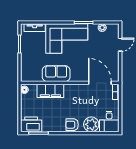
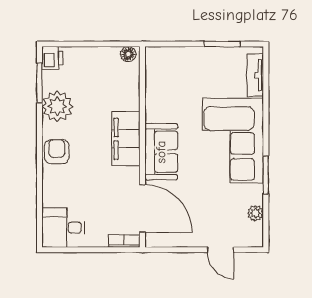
sofa: (56, 74) -> (161, 152), moved
door: (100, 83) -> (142, 208), hinge flipped
filing cabinet: (50, 91) -> (126, 139), moved
printer: (31, 124) -> (52, 58), width x0.53, depth x0.68
plant: (91, 124) -> (57, 106), moved

